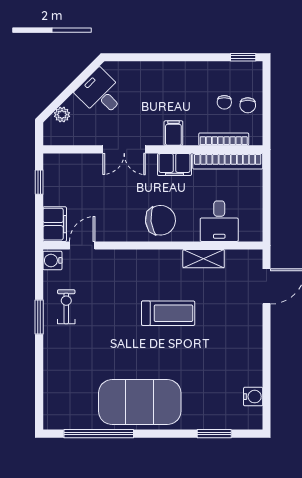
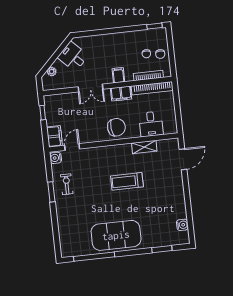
treadmill: (168, 313) -> (127, 181), turned 180

